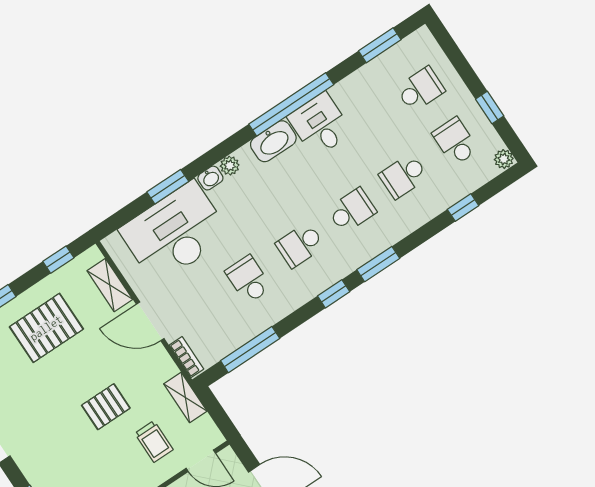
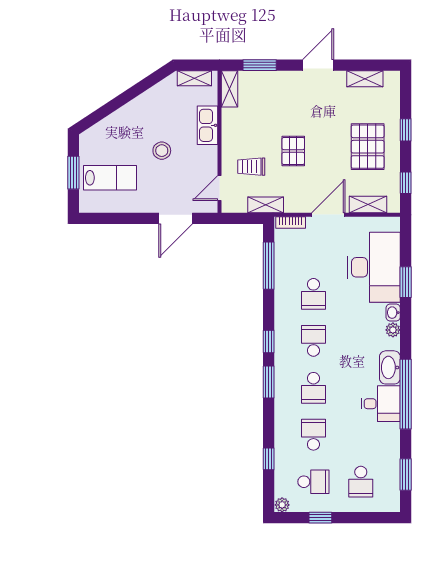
school desk: (248, 279) -> (313, 294), turned 90

